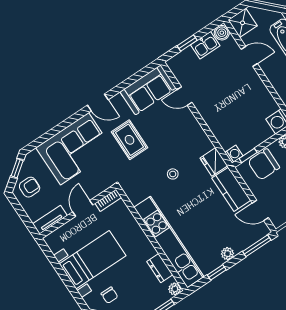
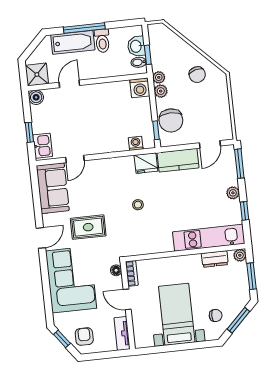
kitchen sink: (205, 45) -> (43, 146), moved
washing machine: (234, 154) -> (136, 143), moved
floor lamp: (104, 185) -> (116, 270), added
kitchen unit: (169, 242) -> (209, 238), width x0.73

